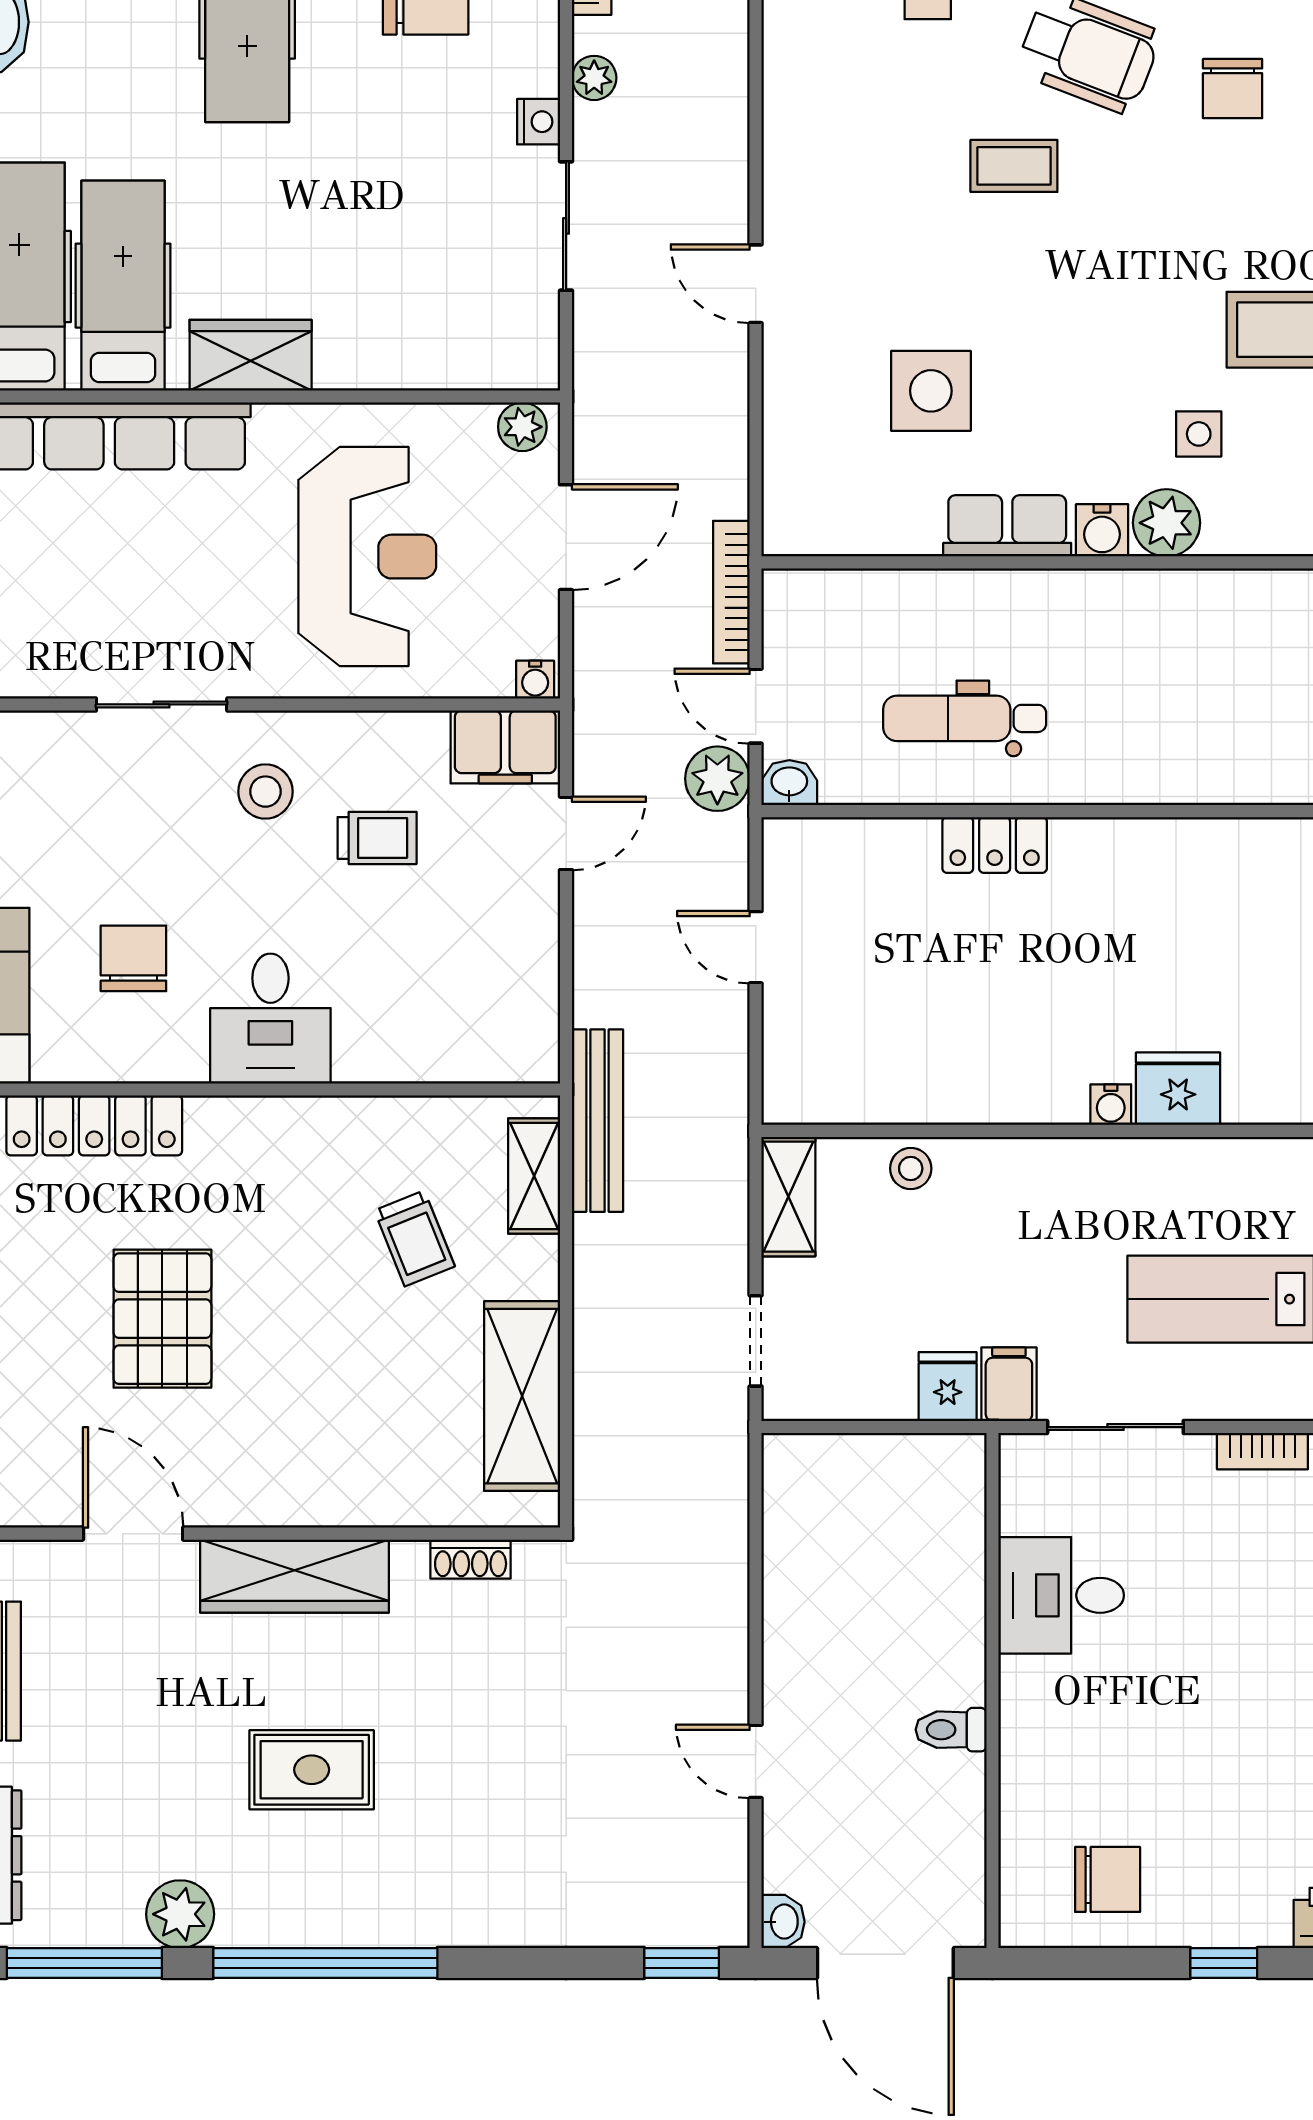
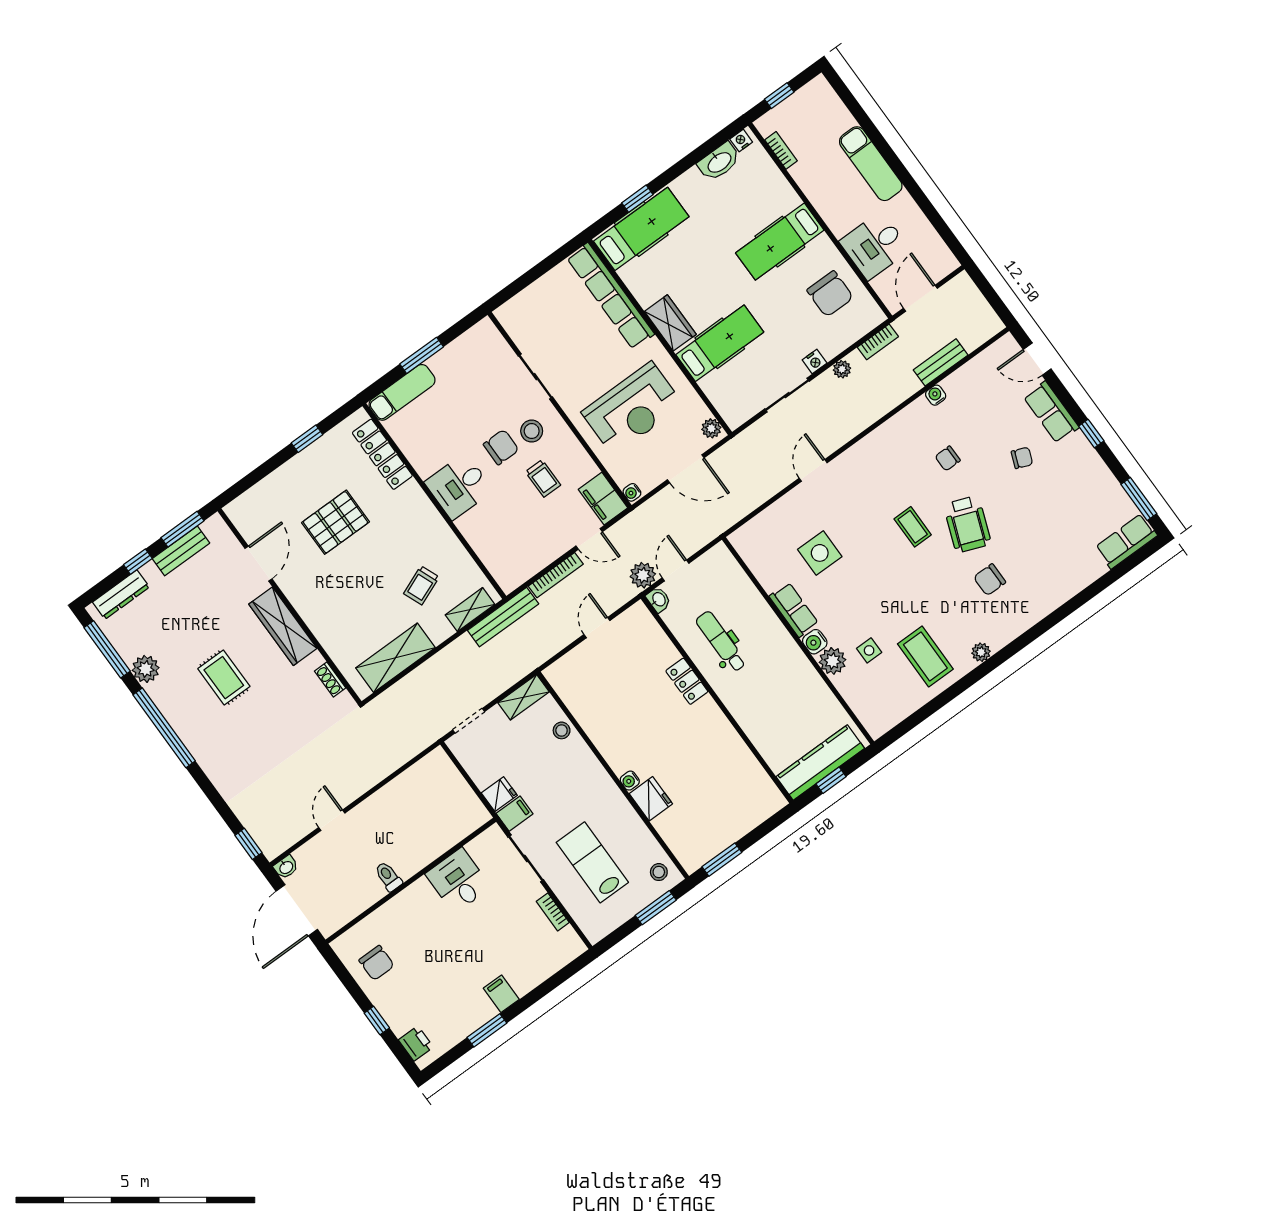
hospital bed: (123, 286) -> (720, 343), moved
bookcase: (731, 592) -> (556, 575), moved, turned 180
chair: (133, 958) -> (501, 447), moved

